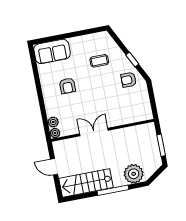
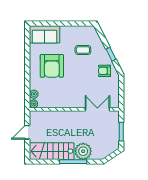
armchair: (67, 86) -> (52, 66), width x1.88, depth x1.88
double door: (94, 132) -> (97, 109), moved
door: (54, 167) -> (27, 132), hinge flipped
plant: (134, 174) -> (83, 151), moved

